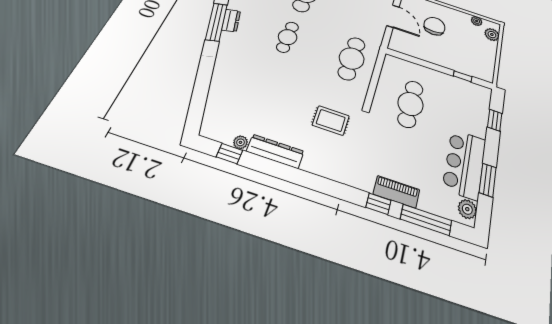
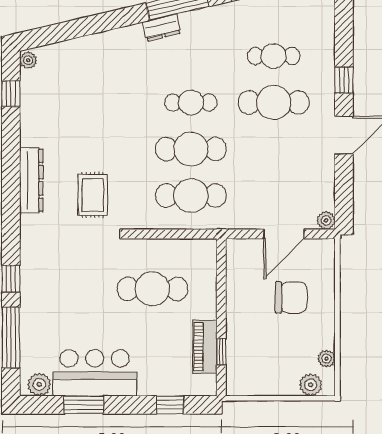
dresser: (231, 21) -> (162, 28), moved
cafe table: (320, 48) -> (191, 149), added
plant: (240, 142) -> (28, 60), moved
dresser: (275, 151) -> (31, 180), moved
piano: (396, 192) -> (205, 347), moved, turned 180

